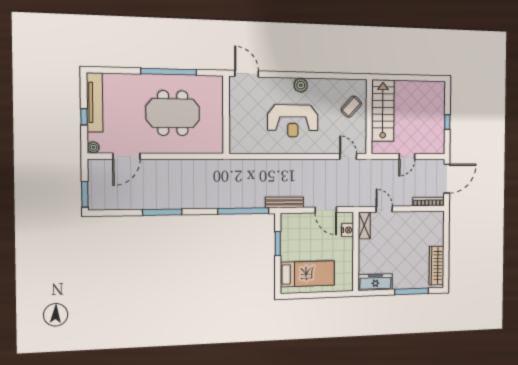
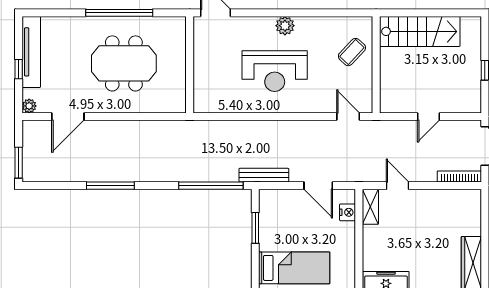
stairs: (383, 111) -> (420, 31), moved, turned 90

